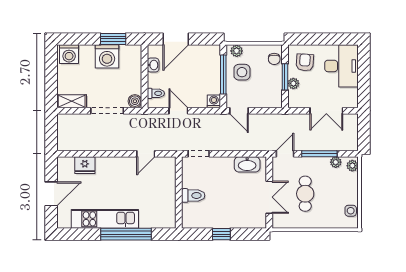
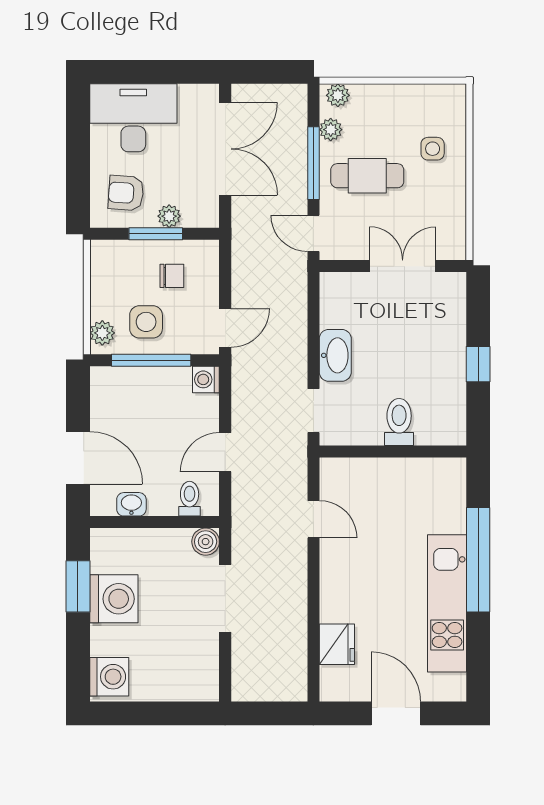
chair: (274, 59) -> (172, 276), moved
shelving: (72, 101) -> (206, 671), removed
double door: (326, 111) -> (225, 149), width x1.37
washbasin: (247, 164) -> (335, 355), moved
cafe table: (305, 194) -> (367, 176), moved
side table: (351, 211) -> (433, 149), moved

